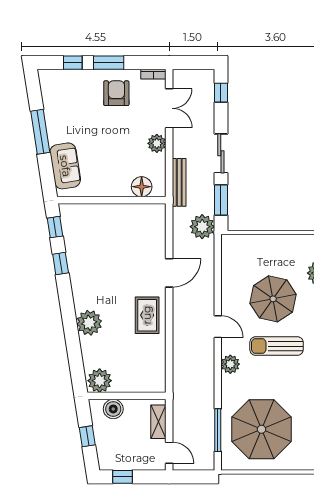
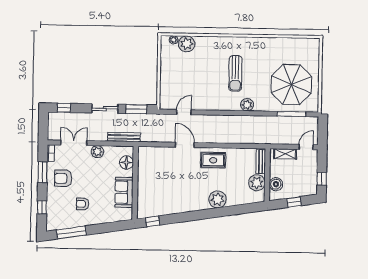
window: (109, 63) -> (43, 172), moved
armchair: (79, 123) -> (83, 204), added
window: (40, 132) -> (71, 232), moved
sofa: (65, 166) -> (124, 192), moved, turned -81
plant: (202, 227) -> (154, 122), removed
window: (61, 263) -> (177, 218), removed
parasol: (273, 299) -> (204, 75), removed
door: (218, 327) -> (184, 112), moved
plant: (100, 381) -> (257, 183), moved
bench: (146, 386) -> (261, 162), added

